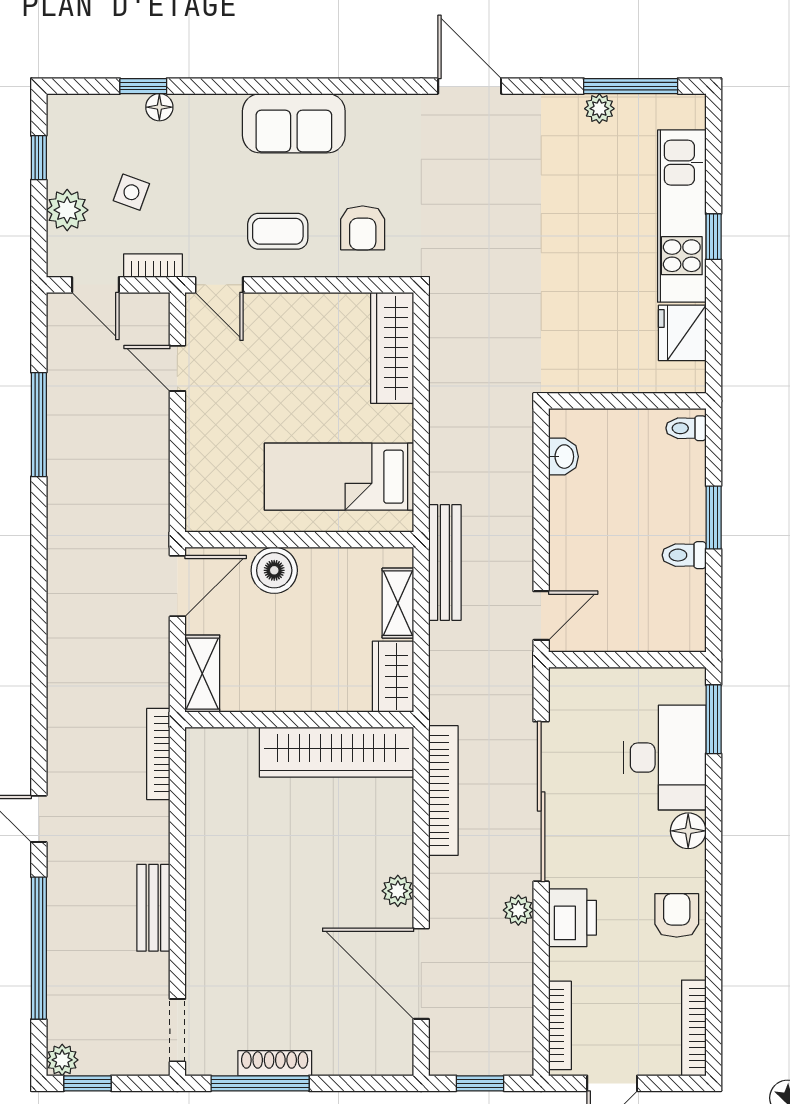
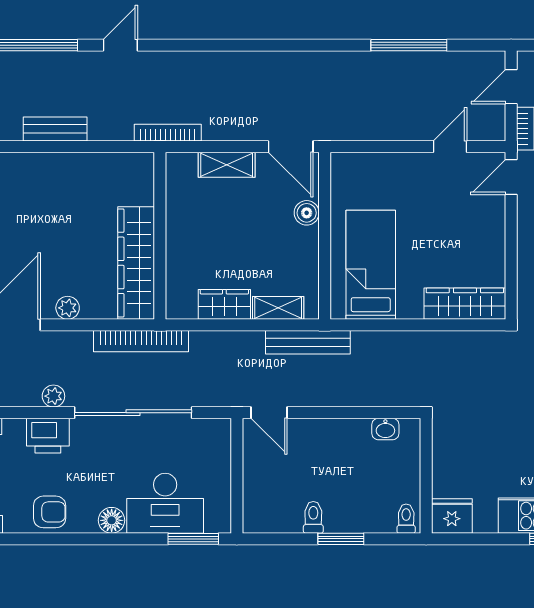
fridge: (682, 333) -> (452, 516), moved
boiler: (274, 570) -> (307, 213), width x0.73, depth x0.73
wall: (299, 720) -> (160, 236), moved
wardrobe: (337, 752) -> (136, 263), moved

